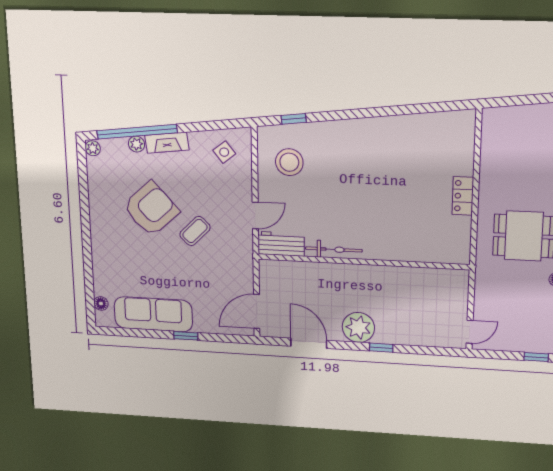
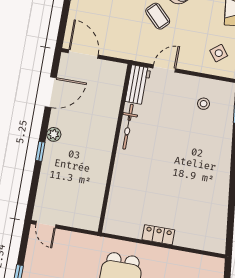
stool: (289, 162) -> (204, 104), width x0.53, depth x0.53
door: (255, 215) -> (164, 68), swing flipped
plant: (358, 327) -> (54, 134), width x0.53, depth x0.53

